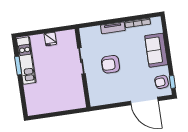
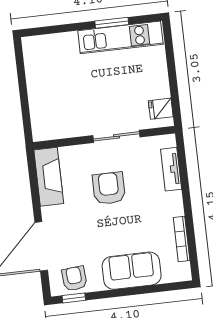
tv unit: (113, 28) -> (171, 169), moved
fridge: (50, 39) -> (161, 109), moved
fireplace: (105, 98) -> (49, 177), added

